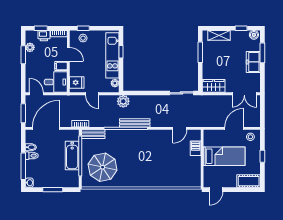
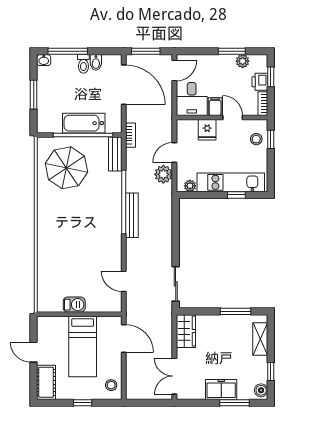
door: (68, 54) -> (233, 118), swing flipped
fridge: (77, 82) -> (207, 130), moved
plant: (123, 101) -> (163, 174), moved
door: (234, 128) -> (124, 338), moved
barbecue: (196, 148) -> (74, 305), moved
door: (216, 190) -> (34, 352), moved

